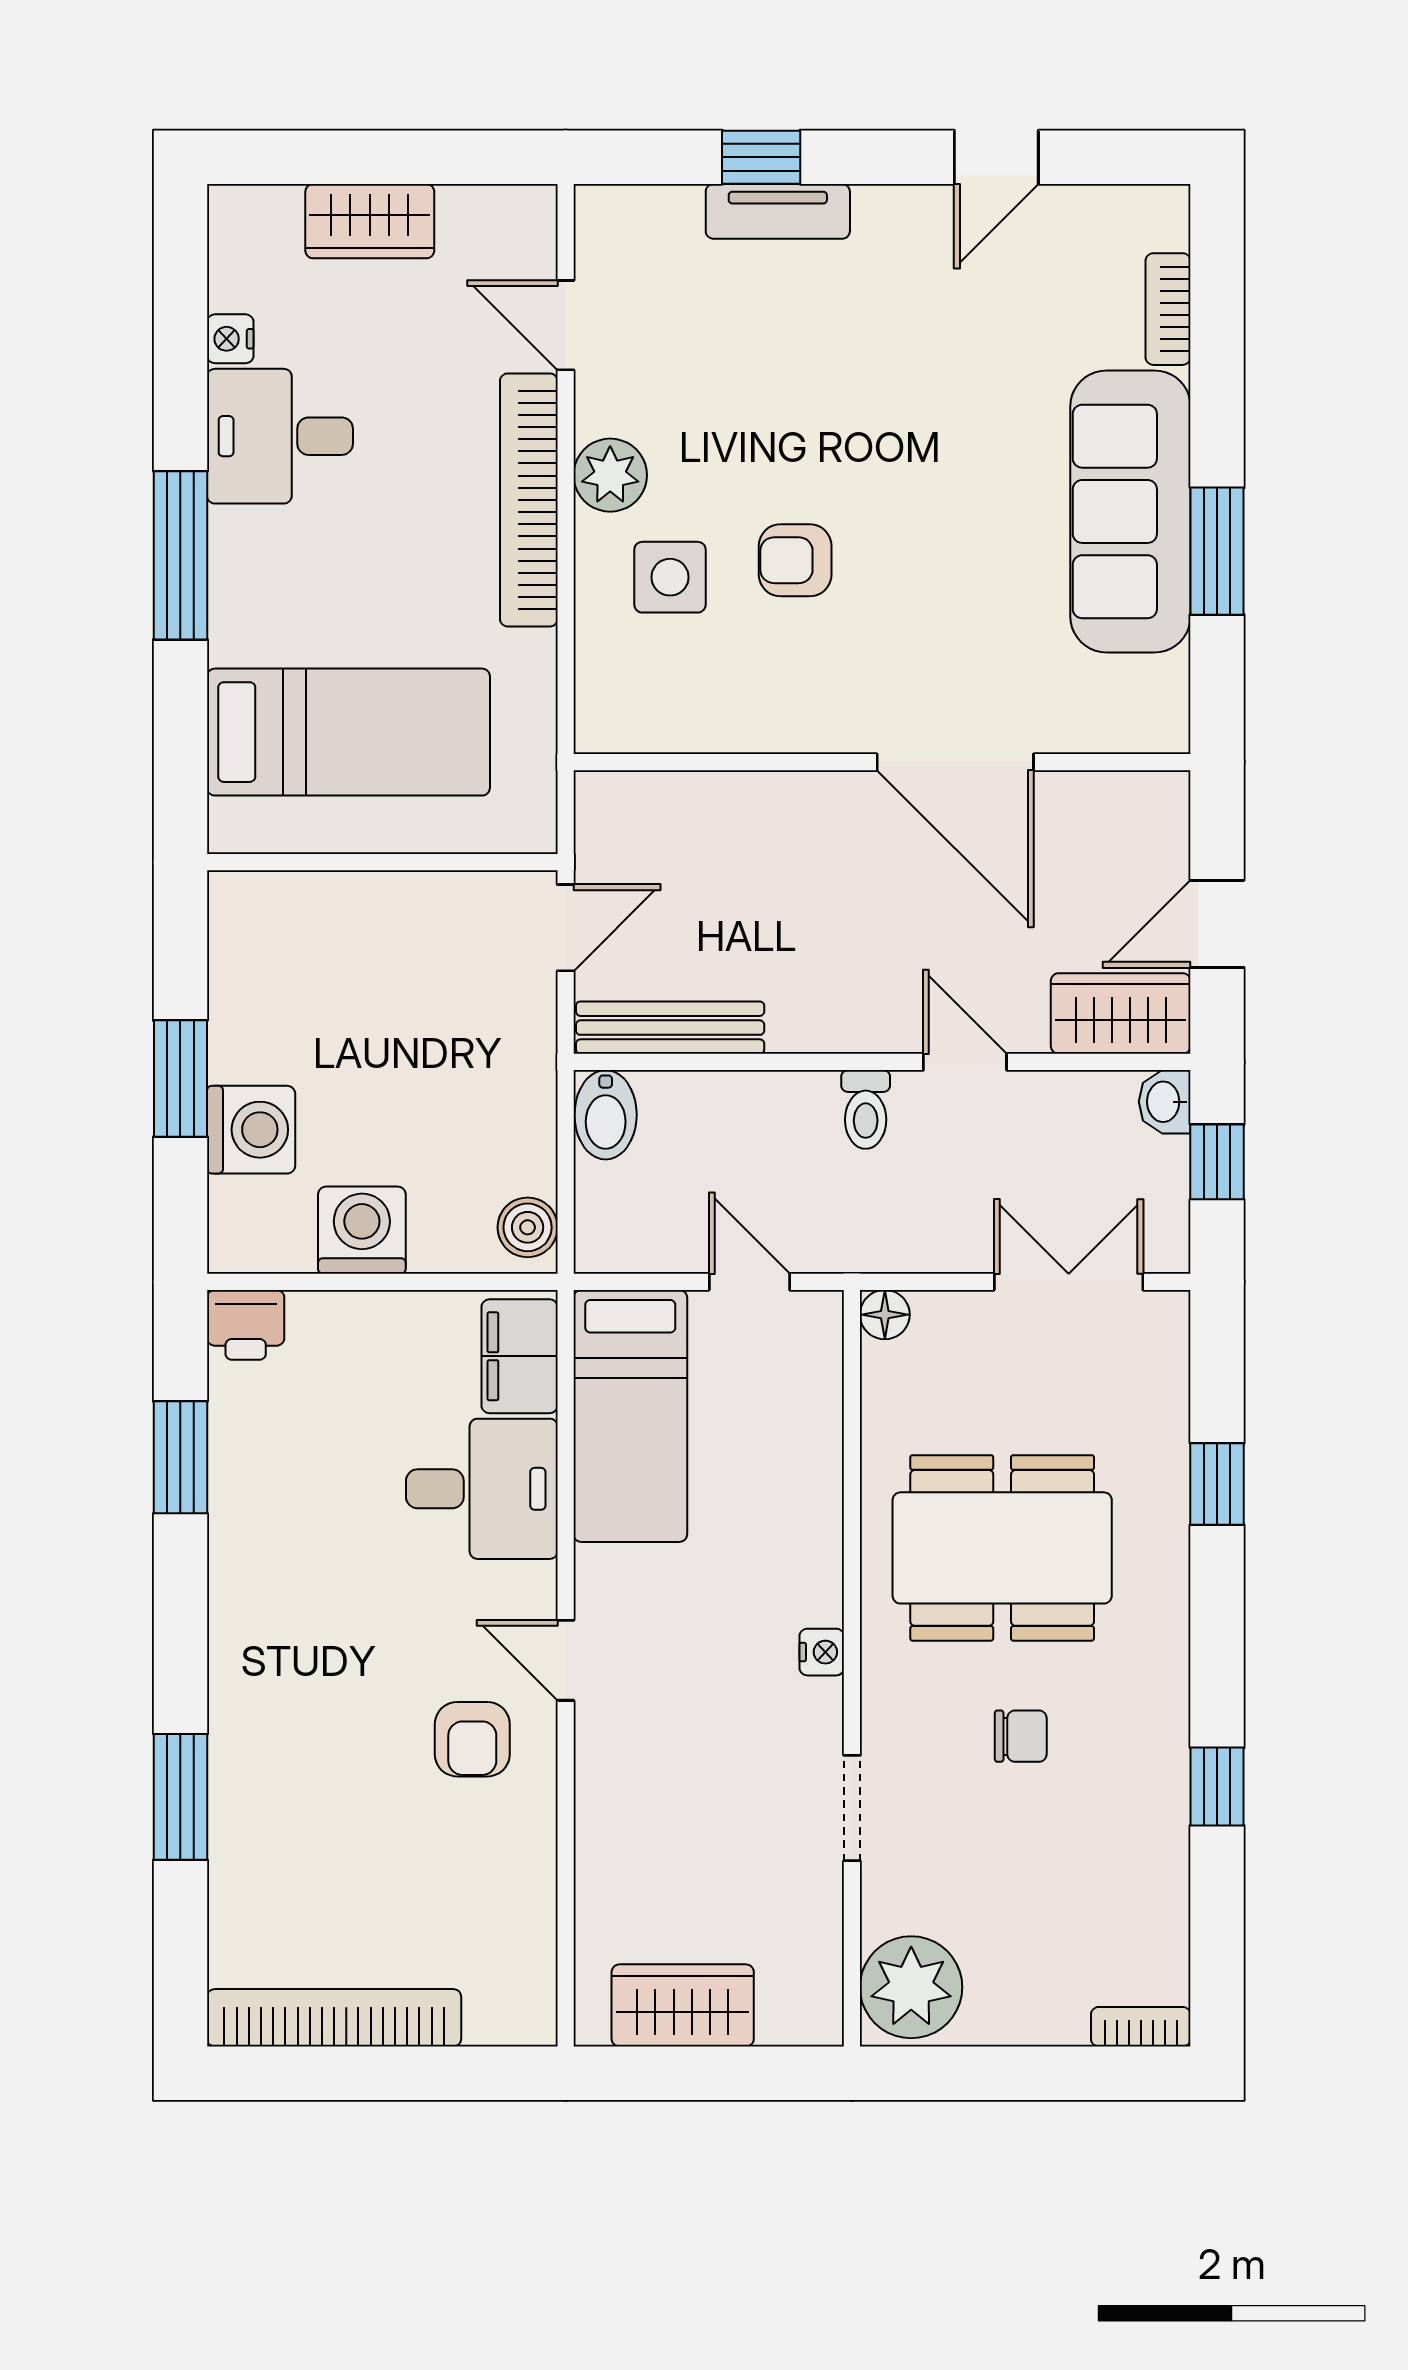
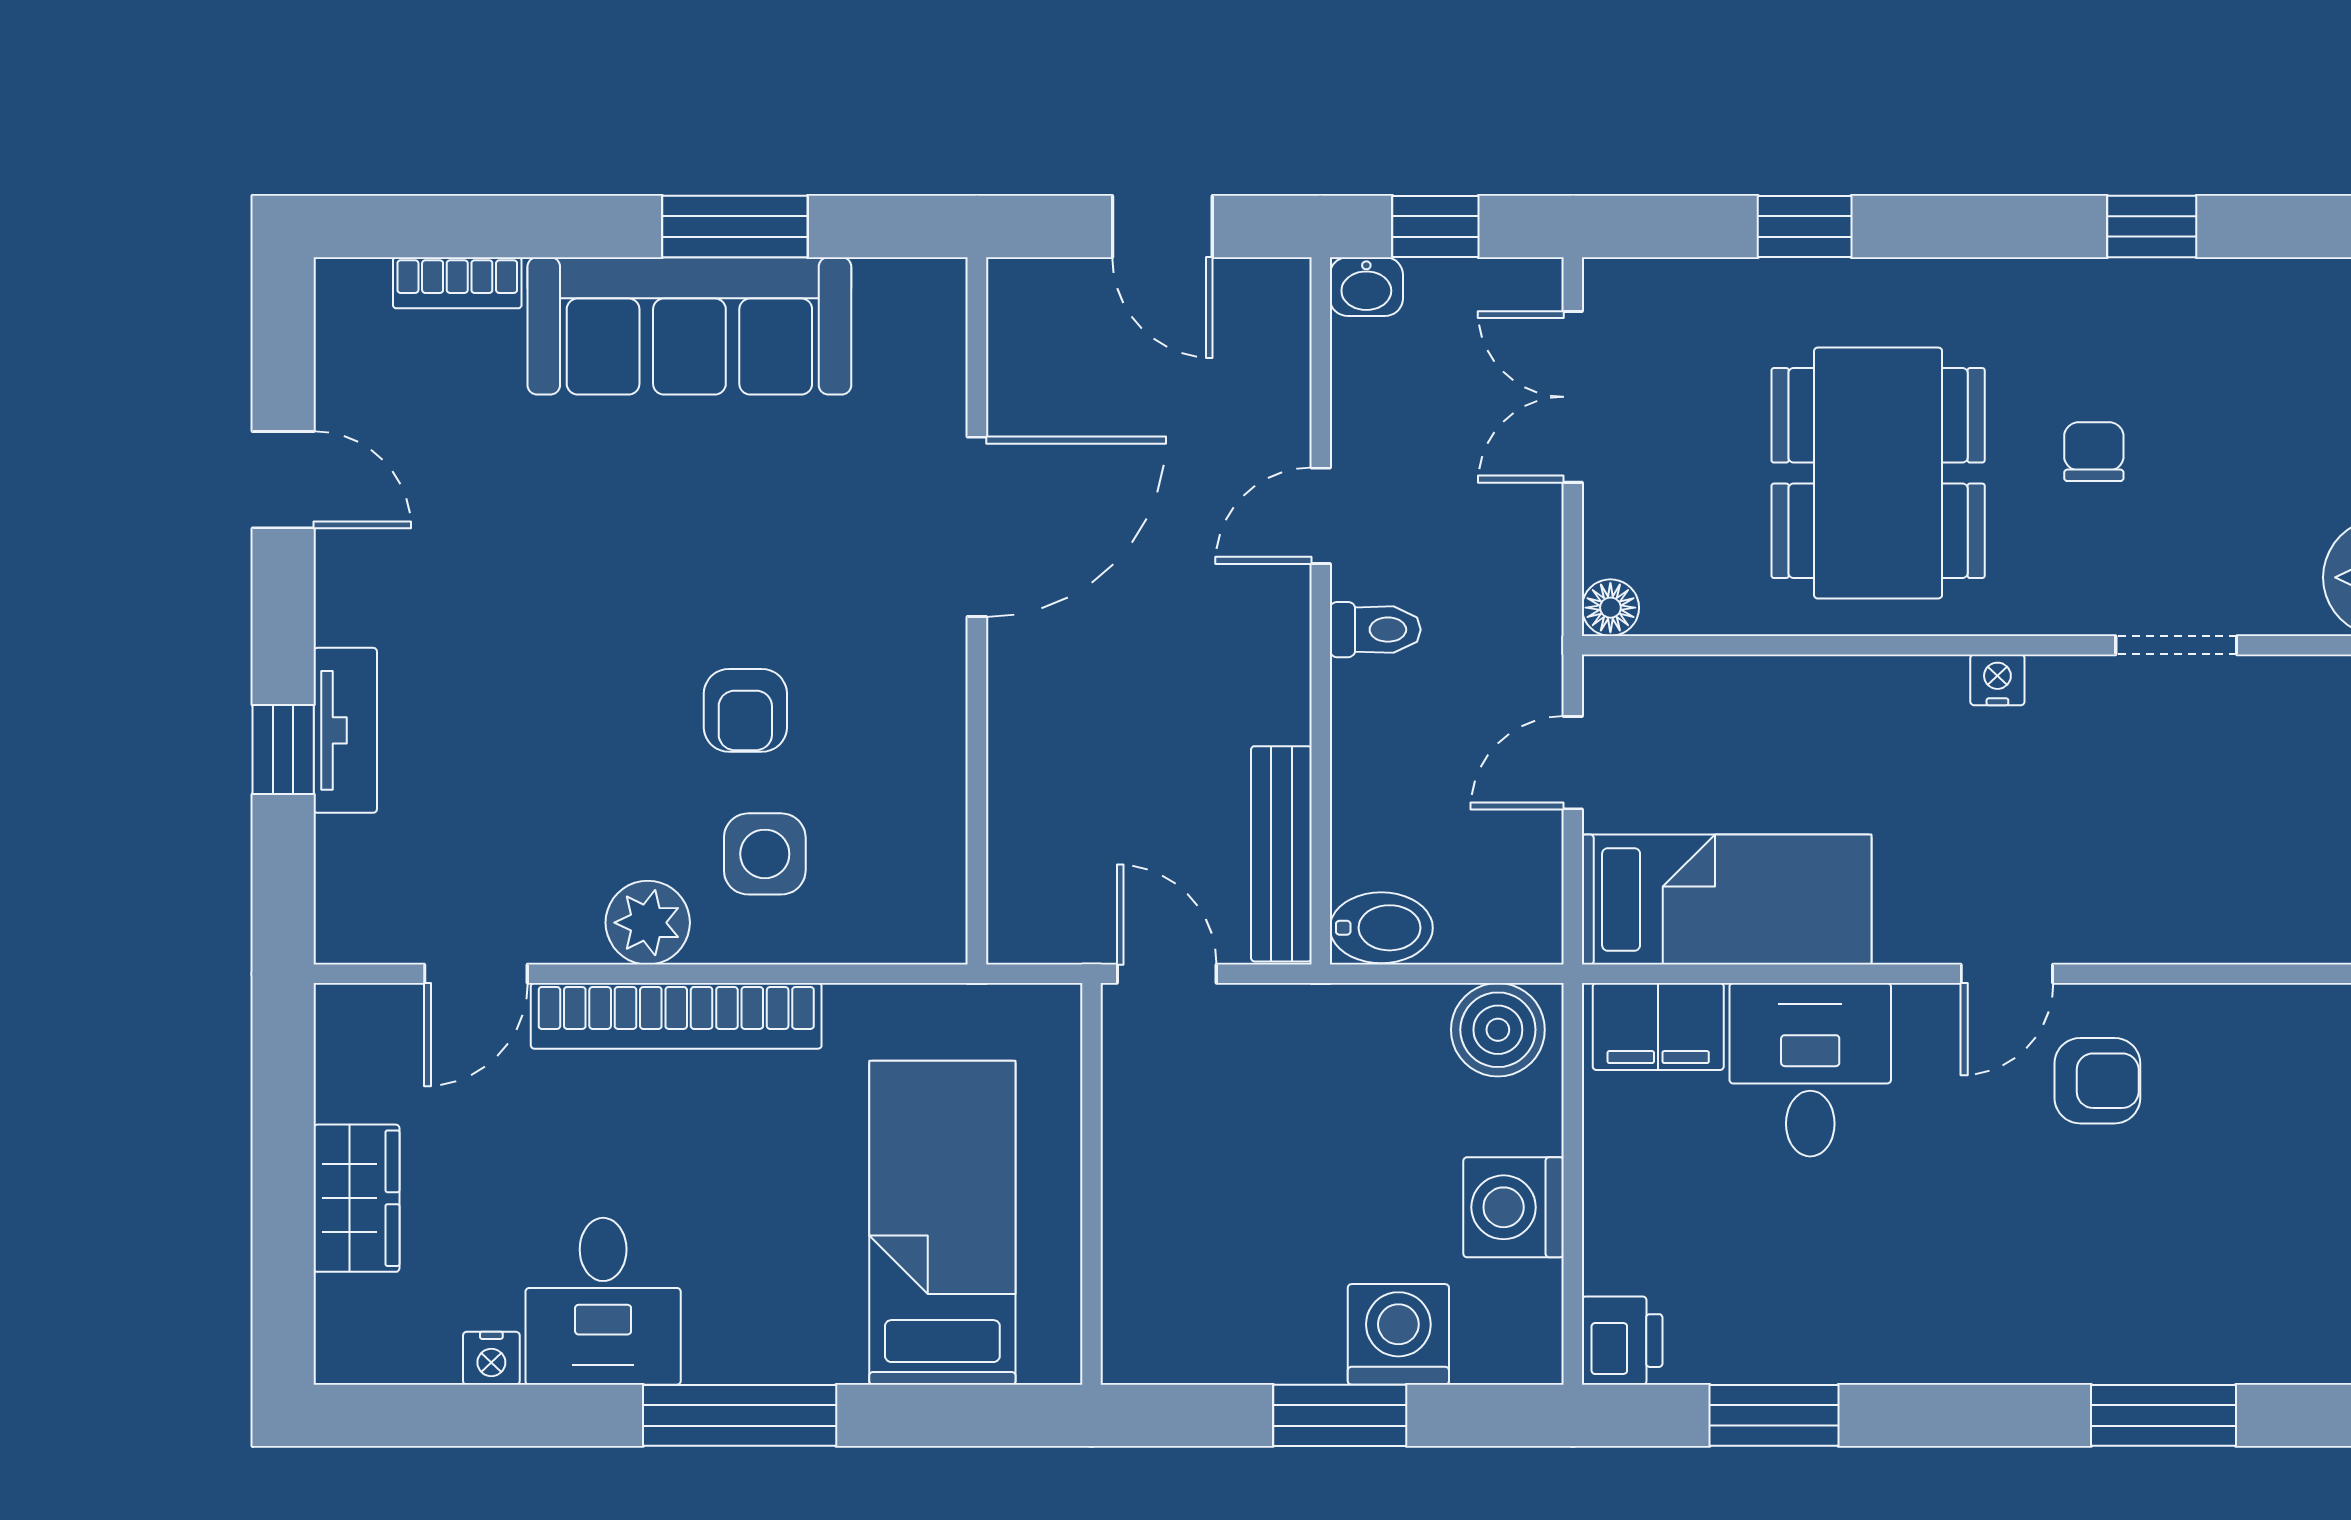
wardrobe: (1121, 1013) -> (1265, 337), removed
boiler: (528, 1227) -> (1498, 1030), width x1.36, depth x1.36

